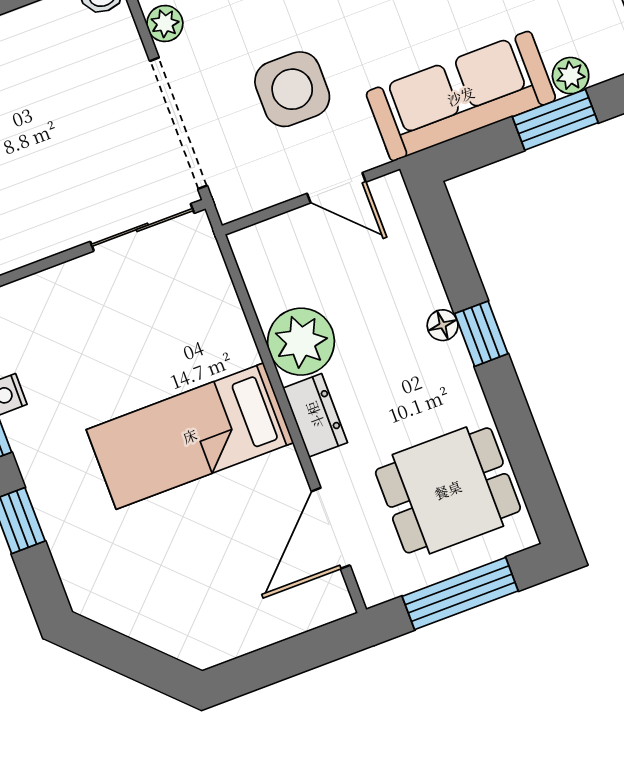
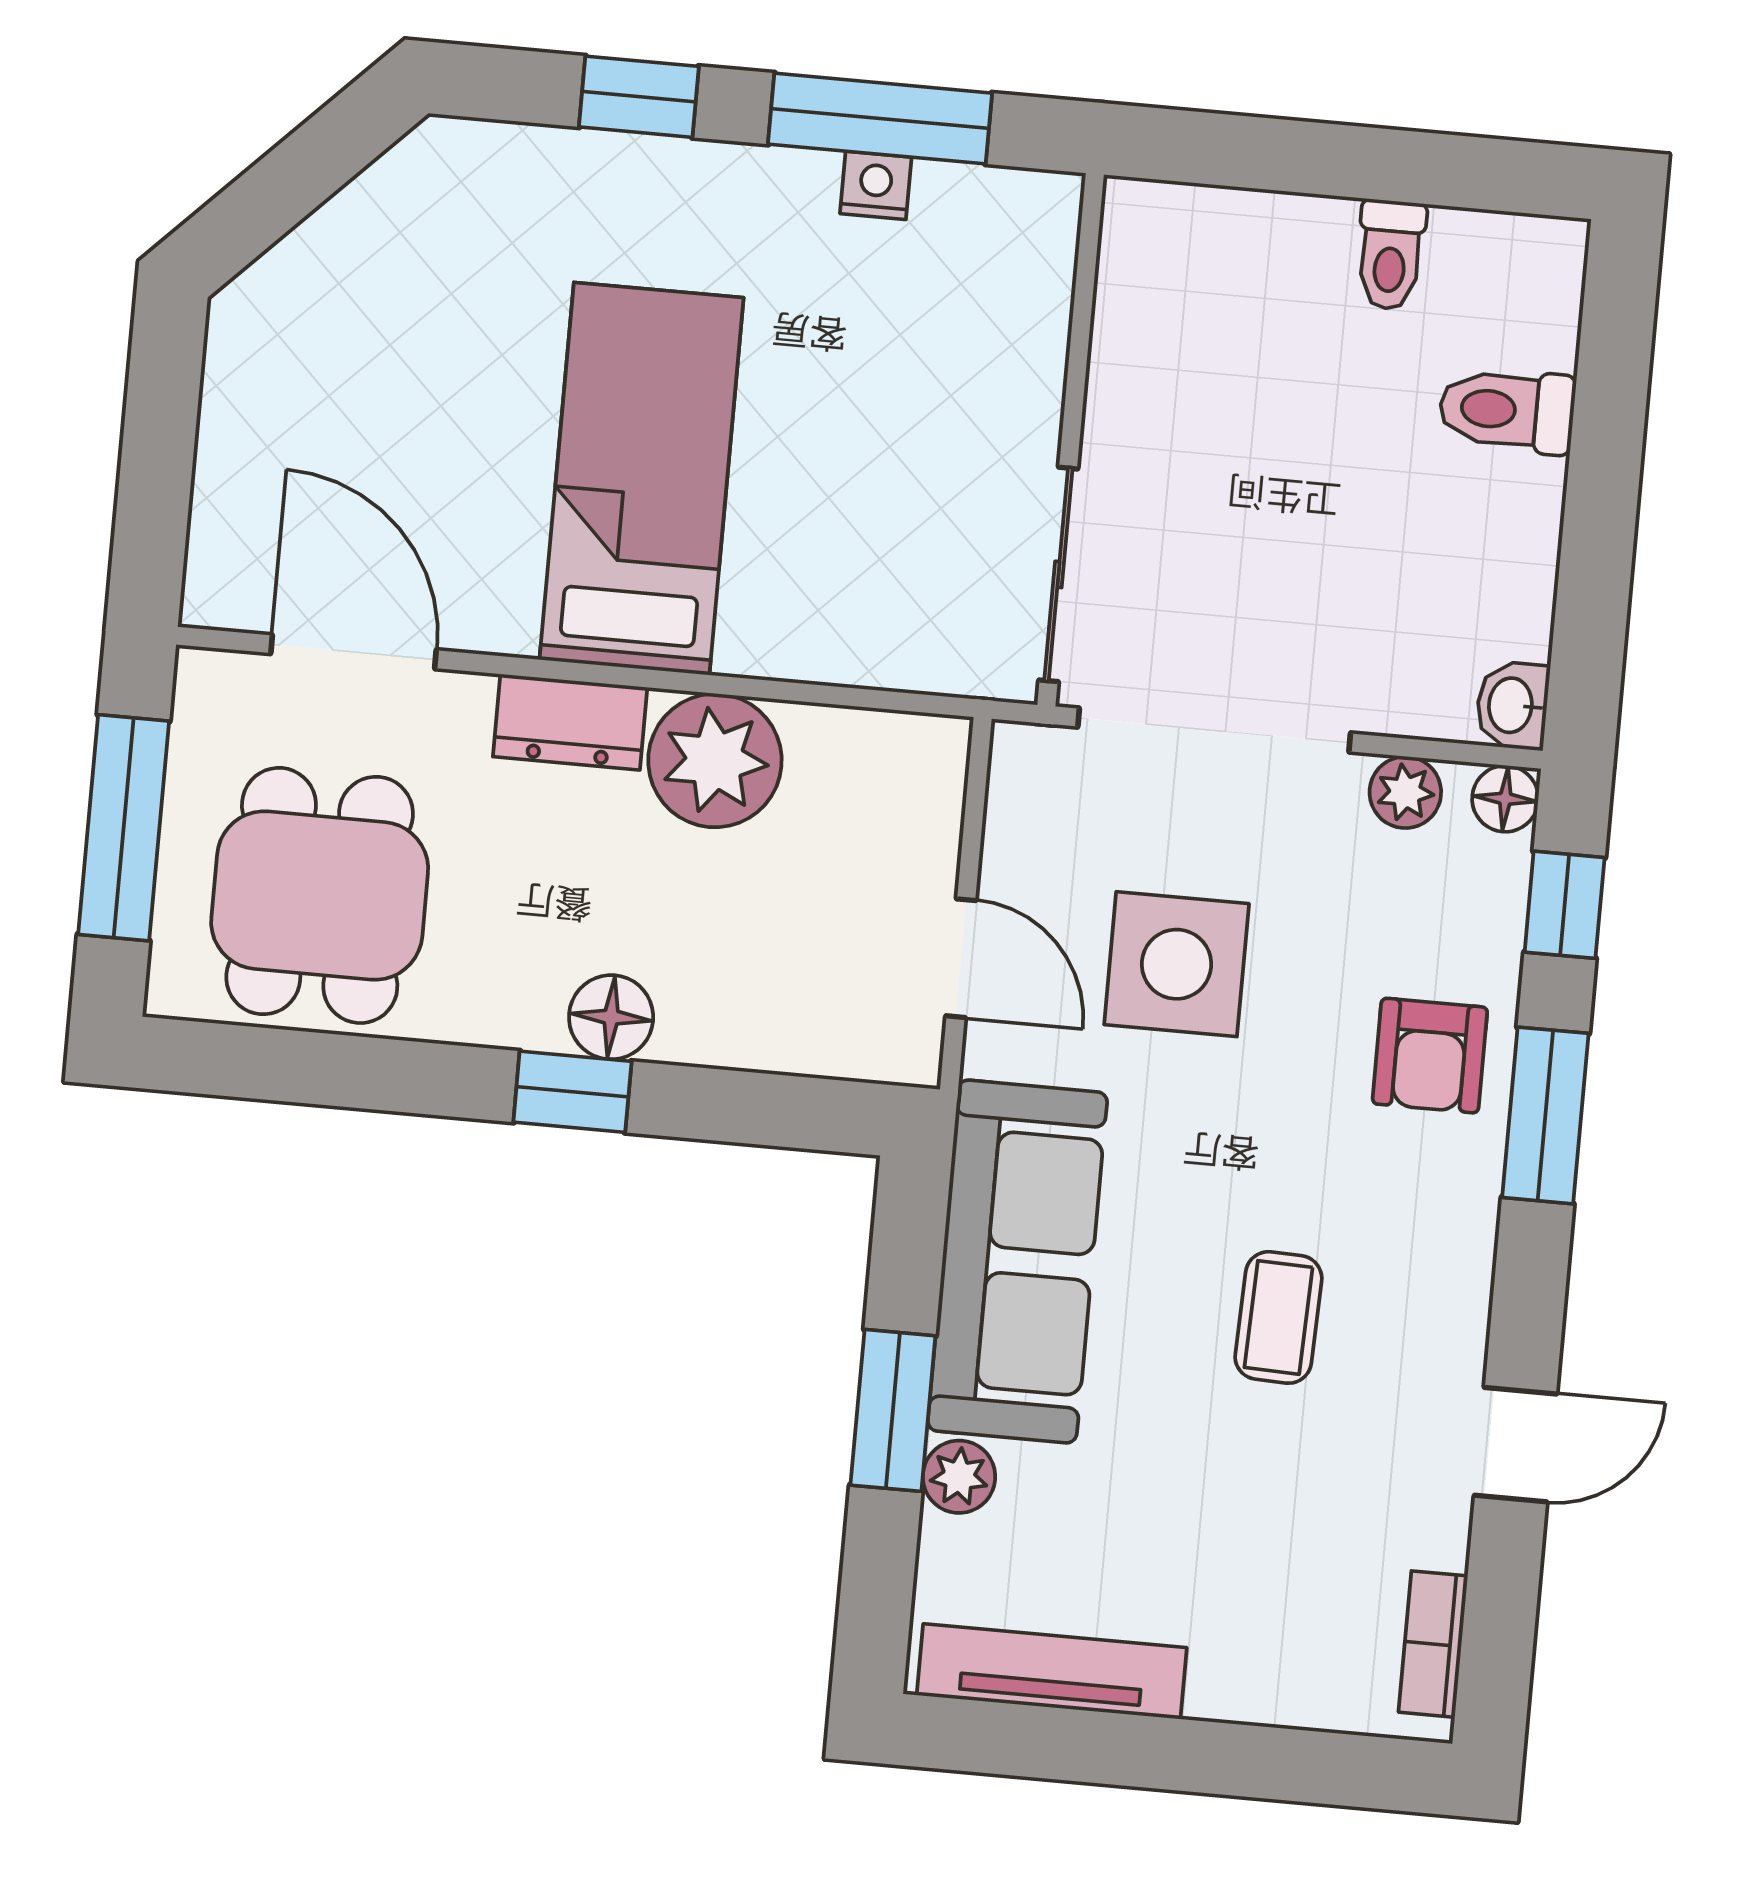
door: (336, 188) -> (961, 958), swing flipped
floor lamp: (443, 325) -> (611, 1017), width x1.37, depth x1.37

